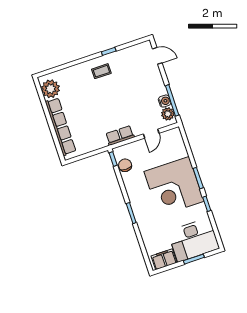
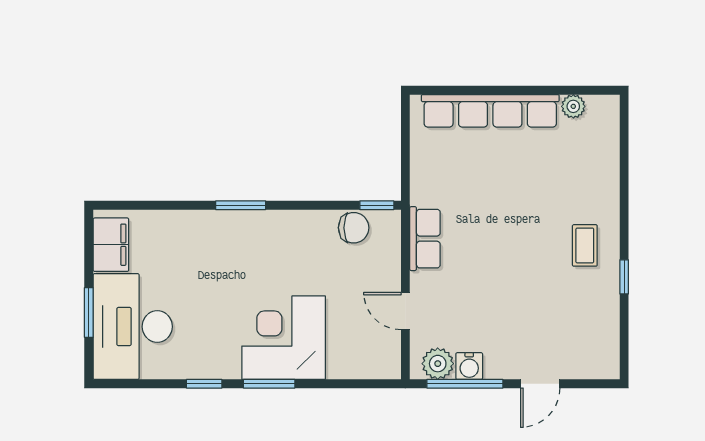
door: (157, 56) -> (540, 384), moved
plant: (50, 89) -> (573, 106), width x0.53, depth x0.53
corner desk: (174, 186) -> (284, 338), width x0.74, depth x0.74

